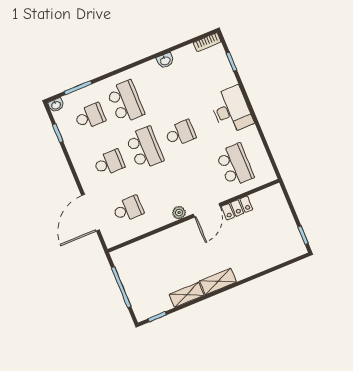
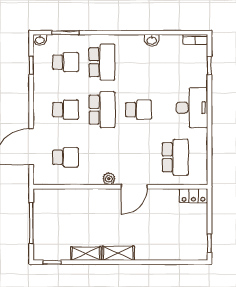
locker: (237, 208) -> (193, 196), moved

